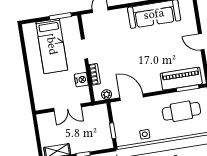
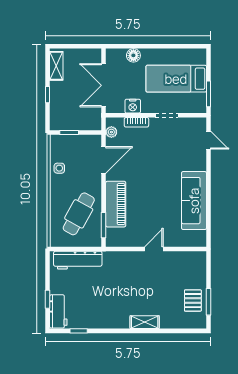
piano: (181, 79) -> (116, 204), moved
floor lamp: (38, 86) -> (133, 55), added
double door: (67, 108) -> (104, 85), width x1.37
cafe table: (181, 111) -> (79, 214), turned 30

